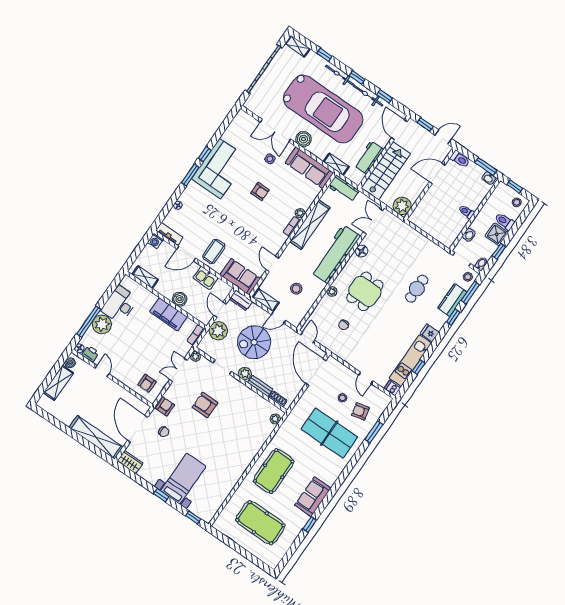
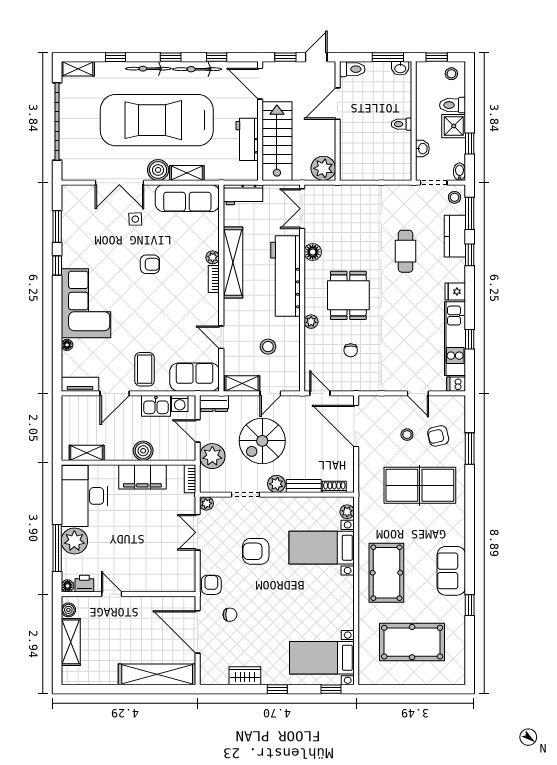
car: (323, 109) -> (157, 120), turned 180
shelving: (336, 164) -> (187, 173), moved
corner sofa: (220, 169) -> (86, 303), moved
window: (190, 175) -> (57, 226), moved
washing machine: (155, 241) -> (180, 404), moved
desk: (120, 304) -> (84, 496), width x1.36, depth x1.30
armchair: (147, 383) -> (172, 572), removed
bed with nightstands: (245, 430) -> (322, 548), added
wardrobe: (130, 462) -> (245, 676), moved
bed with nightstands: (183, 479) -> (322, 658), moved, turned -90

